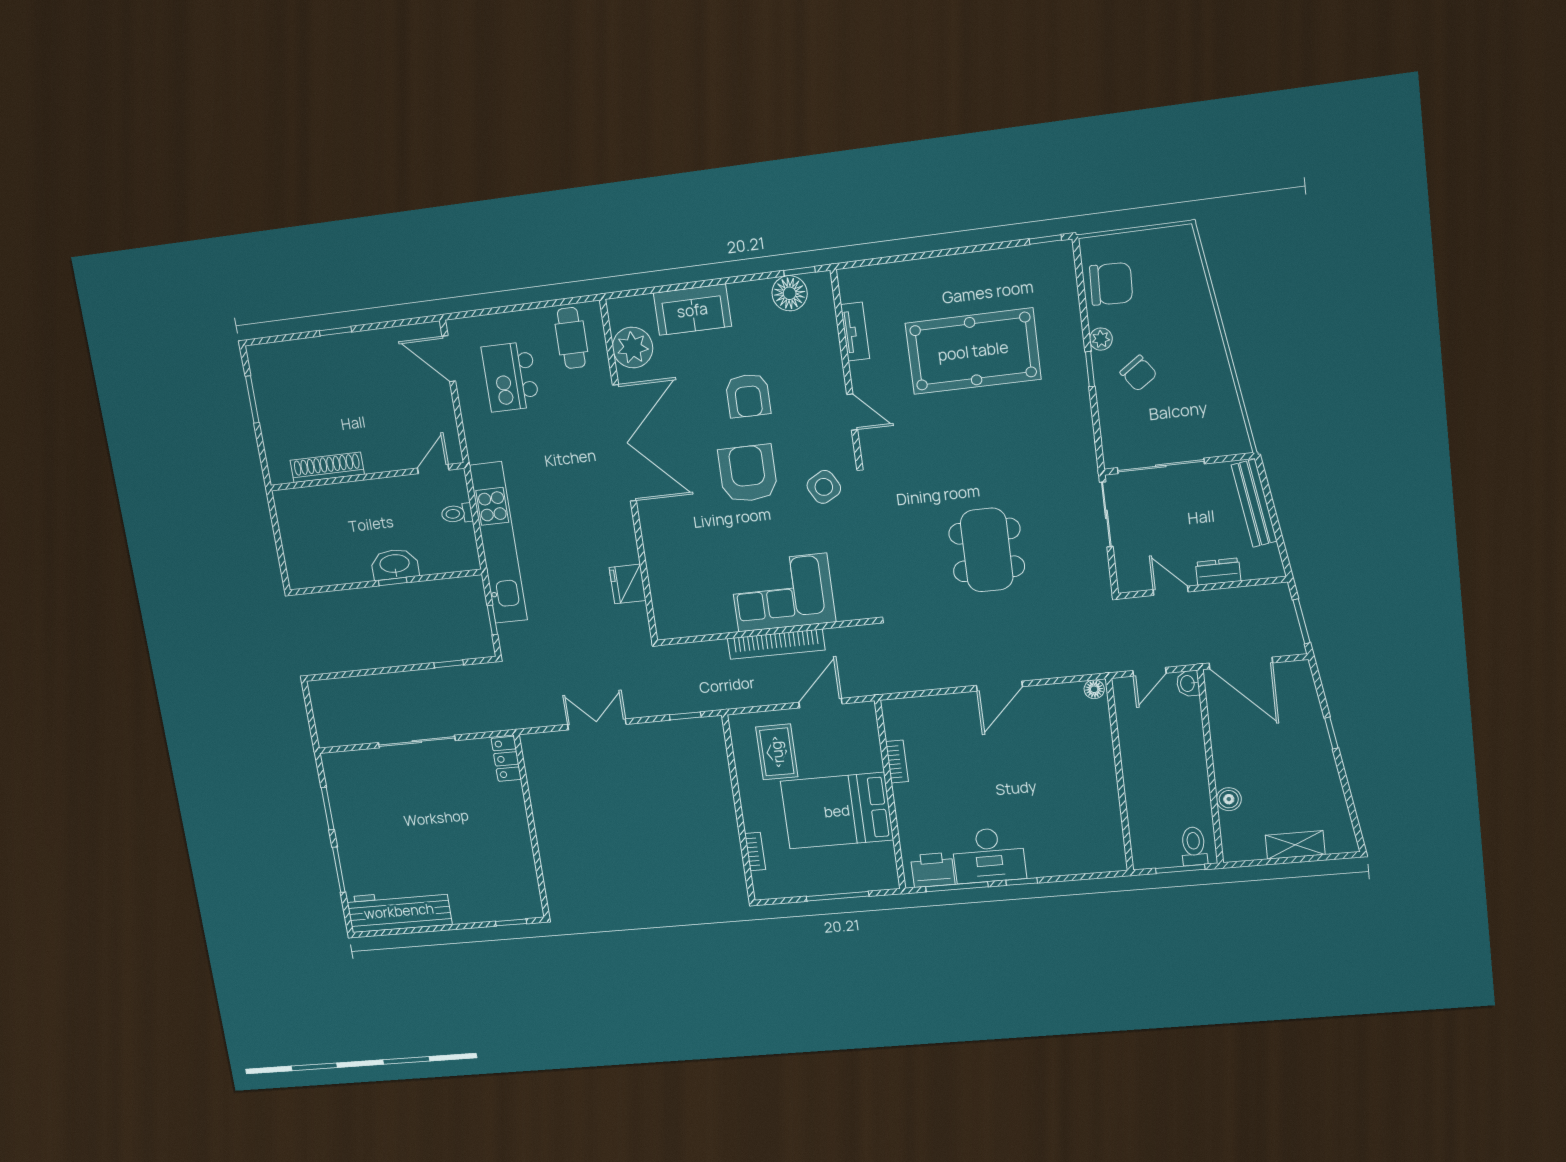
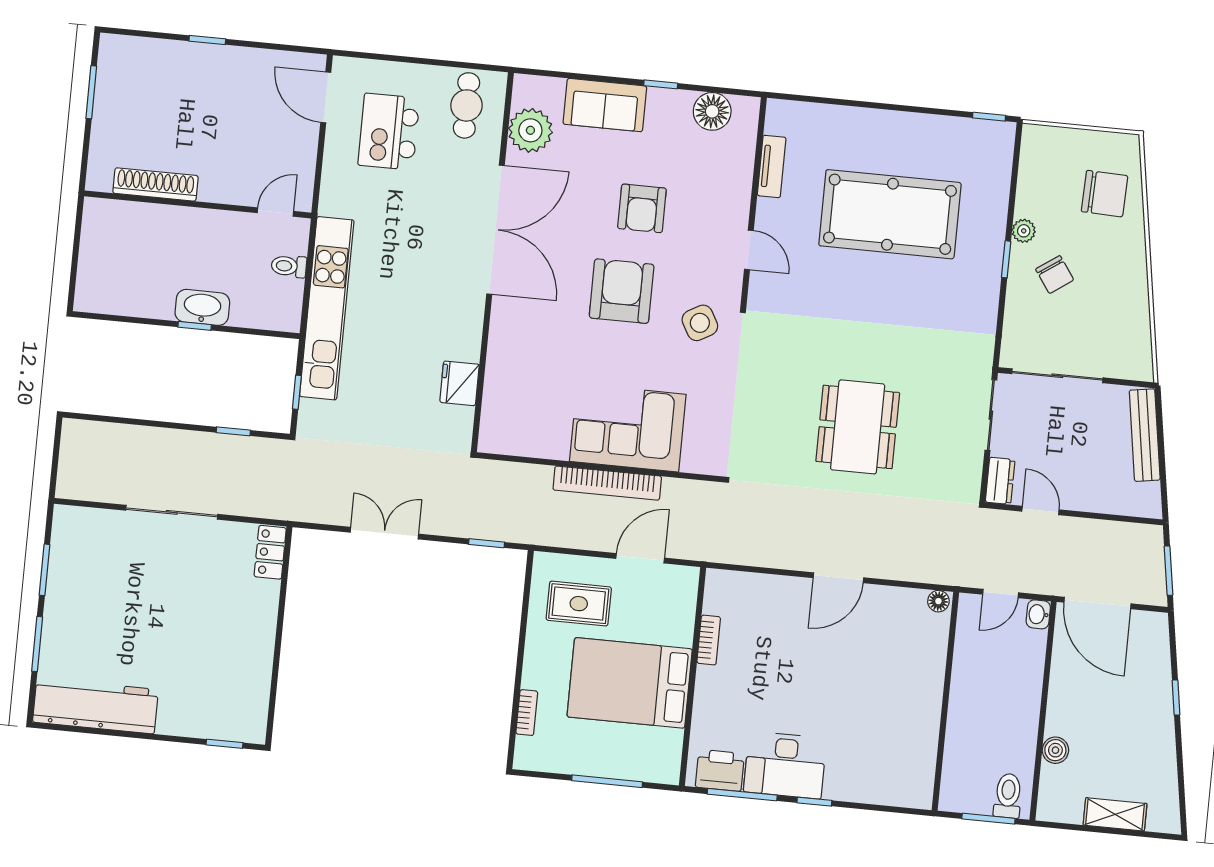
window: (799, 271) -> (661, 84), moved
chair: (1111, 284) -> (1104, 194), moved
dresser: (1218, 572) -> (1000, 481), moved, turned 90
rug: (777, 752) -> (579, 604), turned 90

